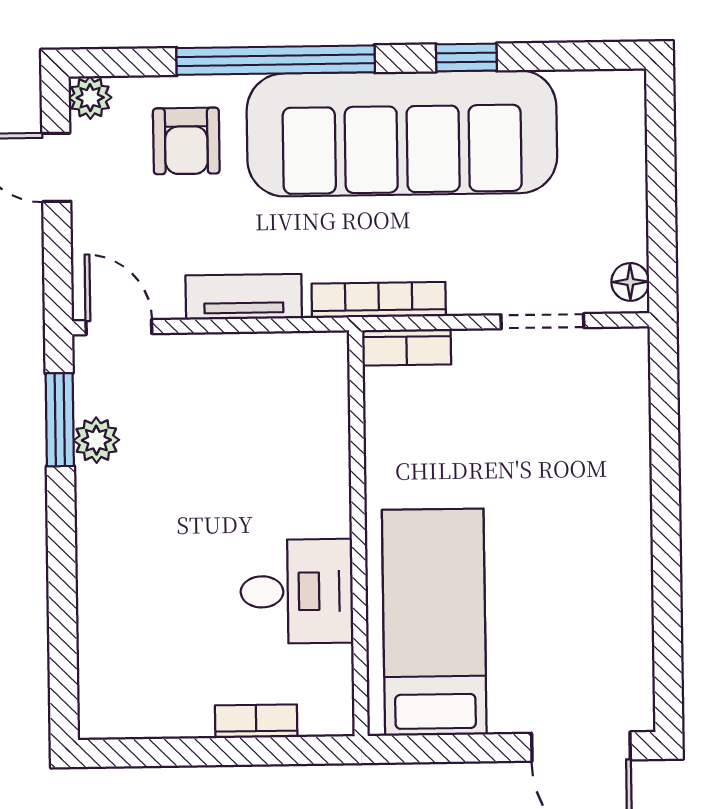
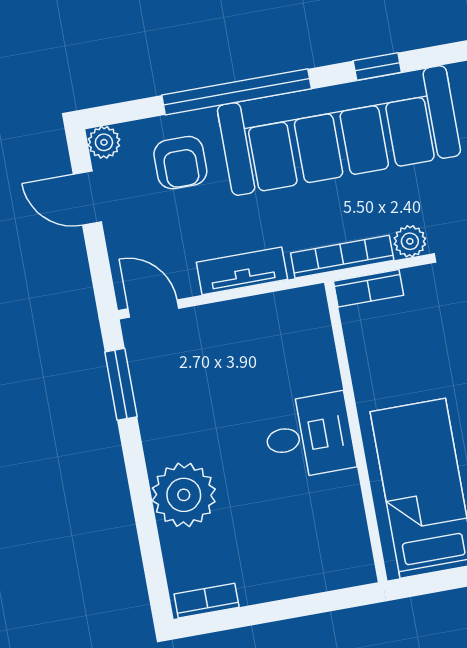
plant: (471, 294) -> (410, 241), added
plant: (96, 440) -> (184, 495), moved, width x1.88, depth x1.88
desk: (297, 591) -> (309, 436), moved
bookcase: (256, 721) -> (207, 601), moved

